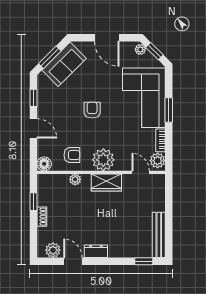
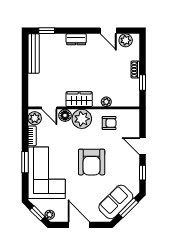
armchair: (92, 110) -> (92, 162), width x1.88, depth x1.88
armchair: (72, 155) -> (109, 123), turned 180
floor lamp: (44, 164) -> (65, 115), moved
dresser: (96, 251) -> (76, 39), moved

